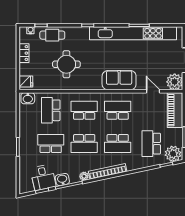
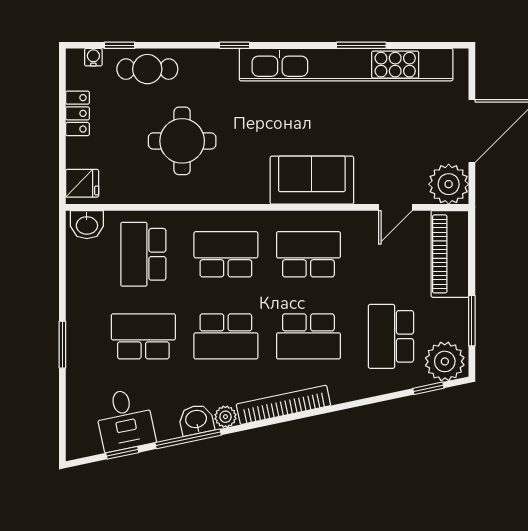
door: (153, 91) -> (395, 207), swing flipped
washbasin: (62, 180) -> (196, 420), moved

